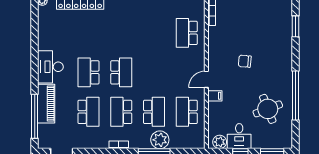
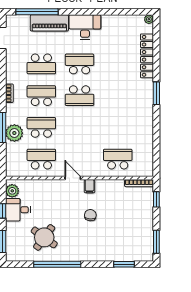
filing cabinet: (215, 96) -> (90, 186), moved
round table: (268, 109) -> (44, 237), turned -33
school desk: (154, 112) -> (41, 127), turned 180

